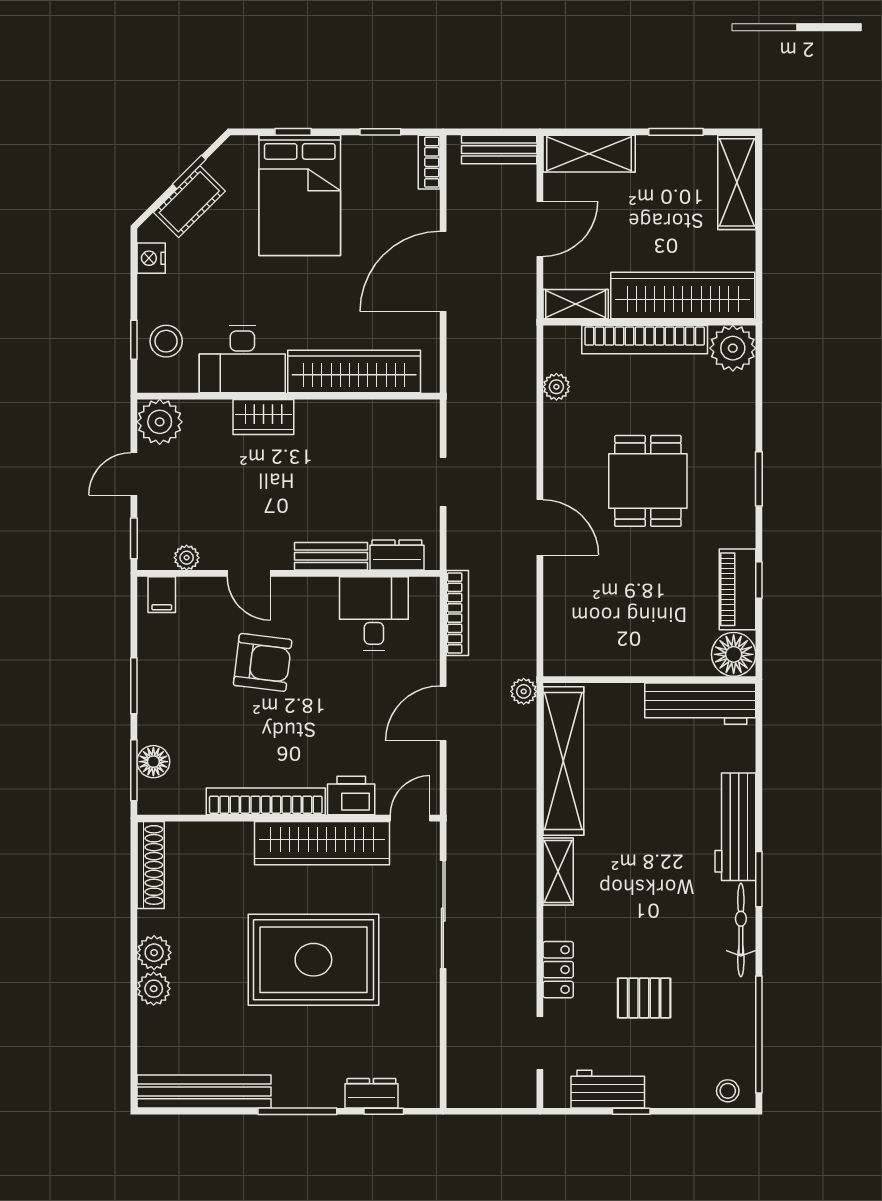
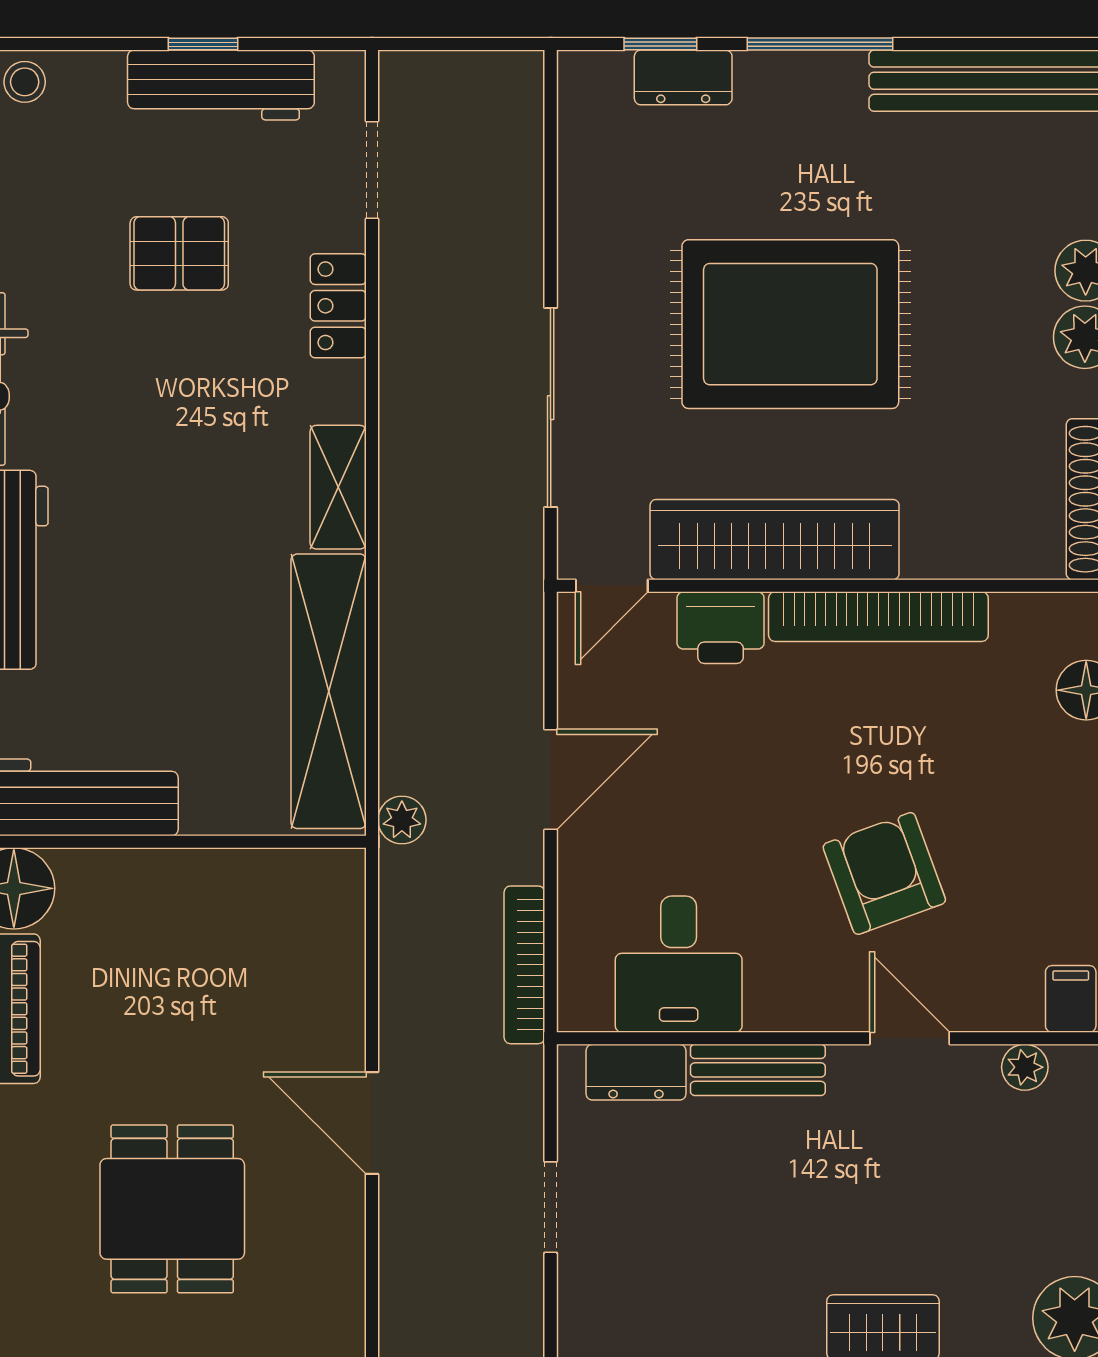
armchair: (263, 662) -> (884, 873), turned 63
workbench: (608, 1089) -> (221, 85), width x1.38

